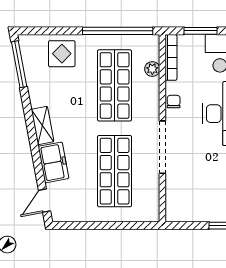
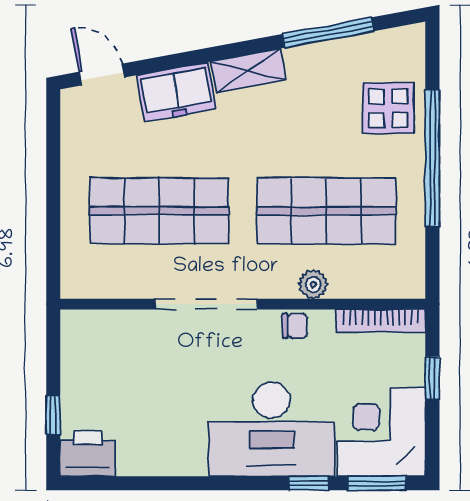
window: (118, 31) -> (432, 158), moved
window: (201, 31) -> (432, 378), width x0.67
window: (19, 64) -> (328, 33), moved
plant: (152, 69) -> (313, 284), moved

